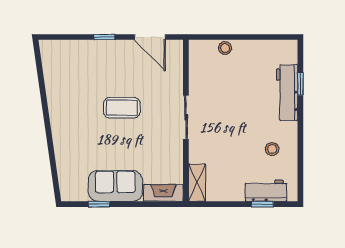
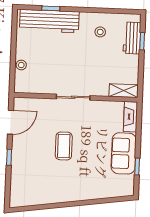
workbench: (287, 93) -> (49, 21), width x1.36, depth x1.32

